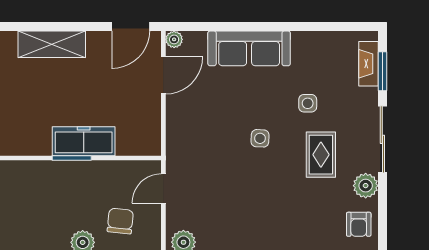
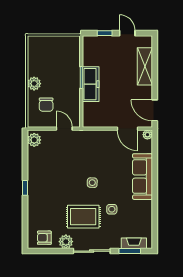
rug: (321, 155) -> (83, 217), width x1.36, depth x1.43
chair: (120, 221) -> (46, 105), turned 84

